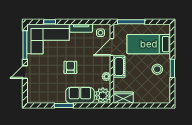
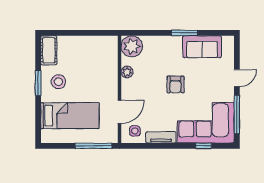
cot: (119, 67) -> (49, 50), moved
sofa: (80, 95) -> (202, 47), moved
wardrobe: (123, 98) -> (104, 43), removed

